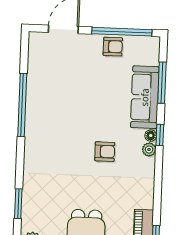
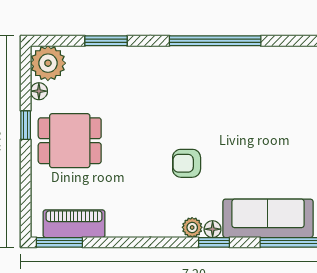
window: (22, 105) -> (215, 41), moved
armchair: (105, 152) -> (187, 163), turned 90

